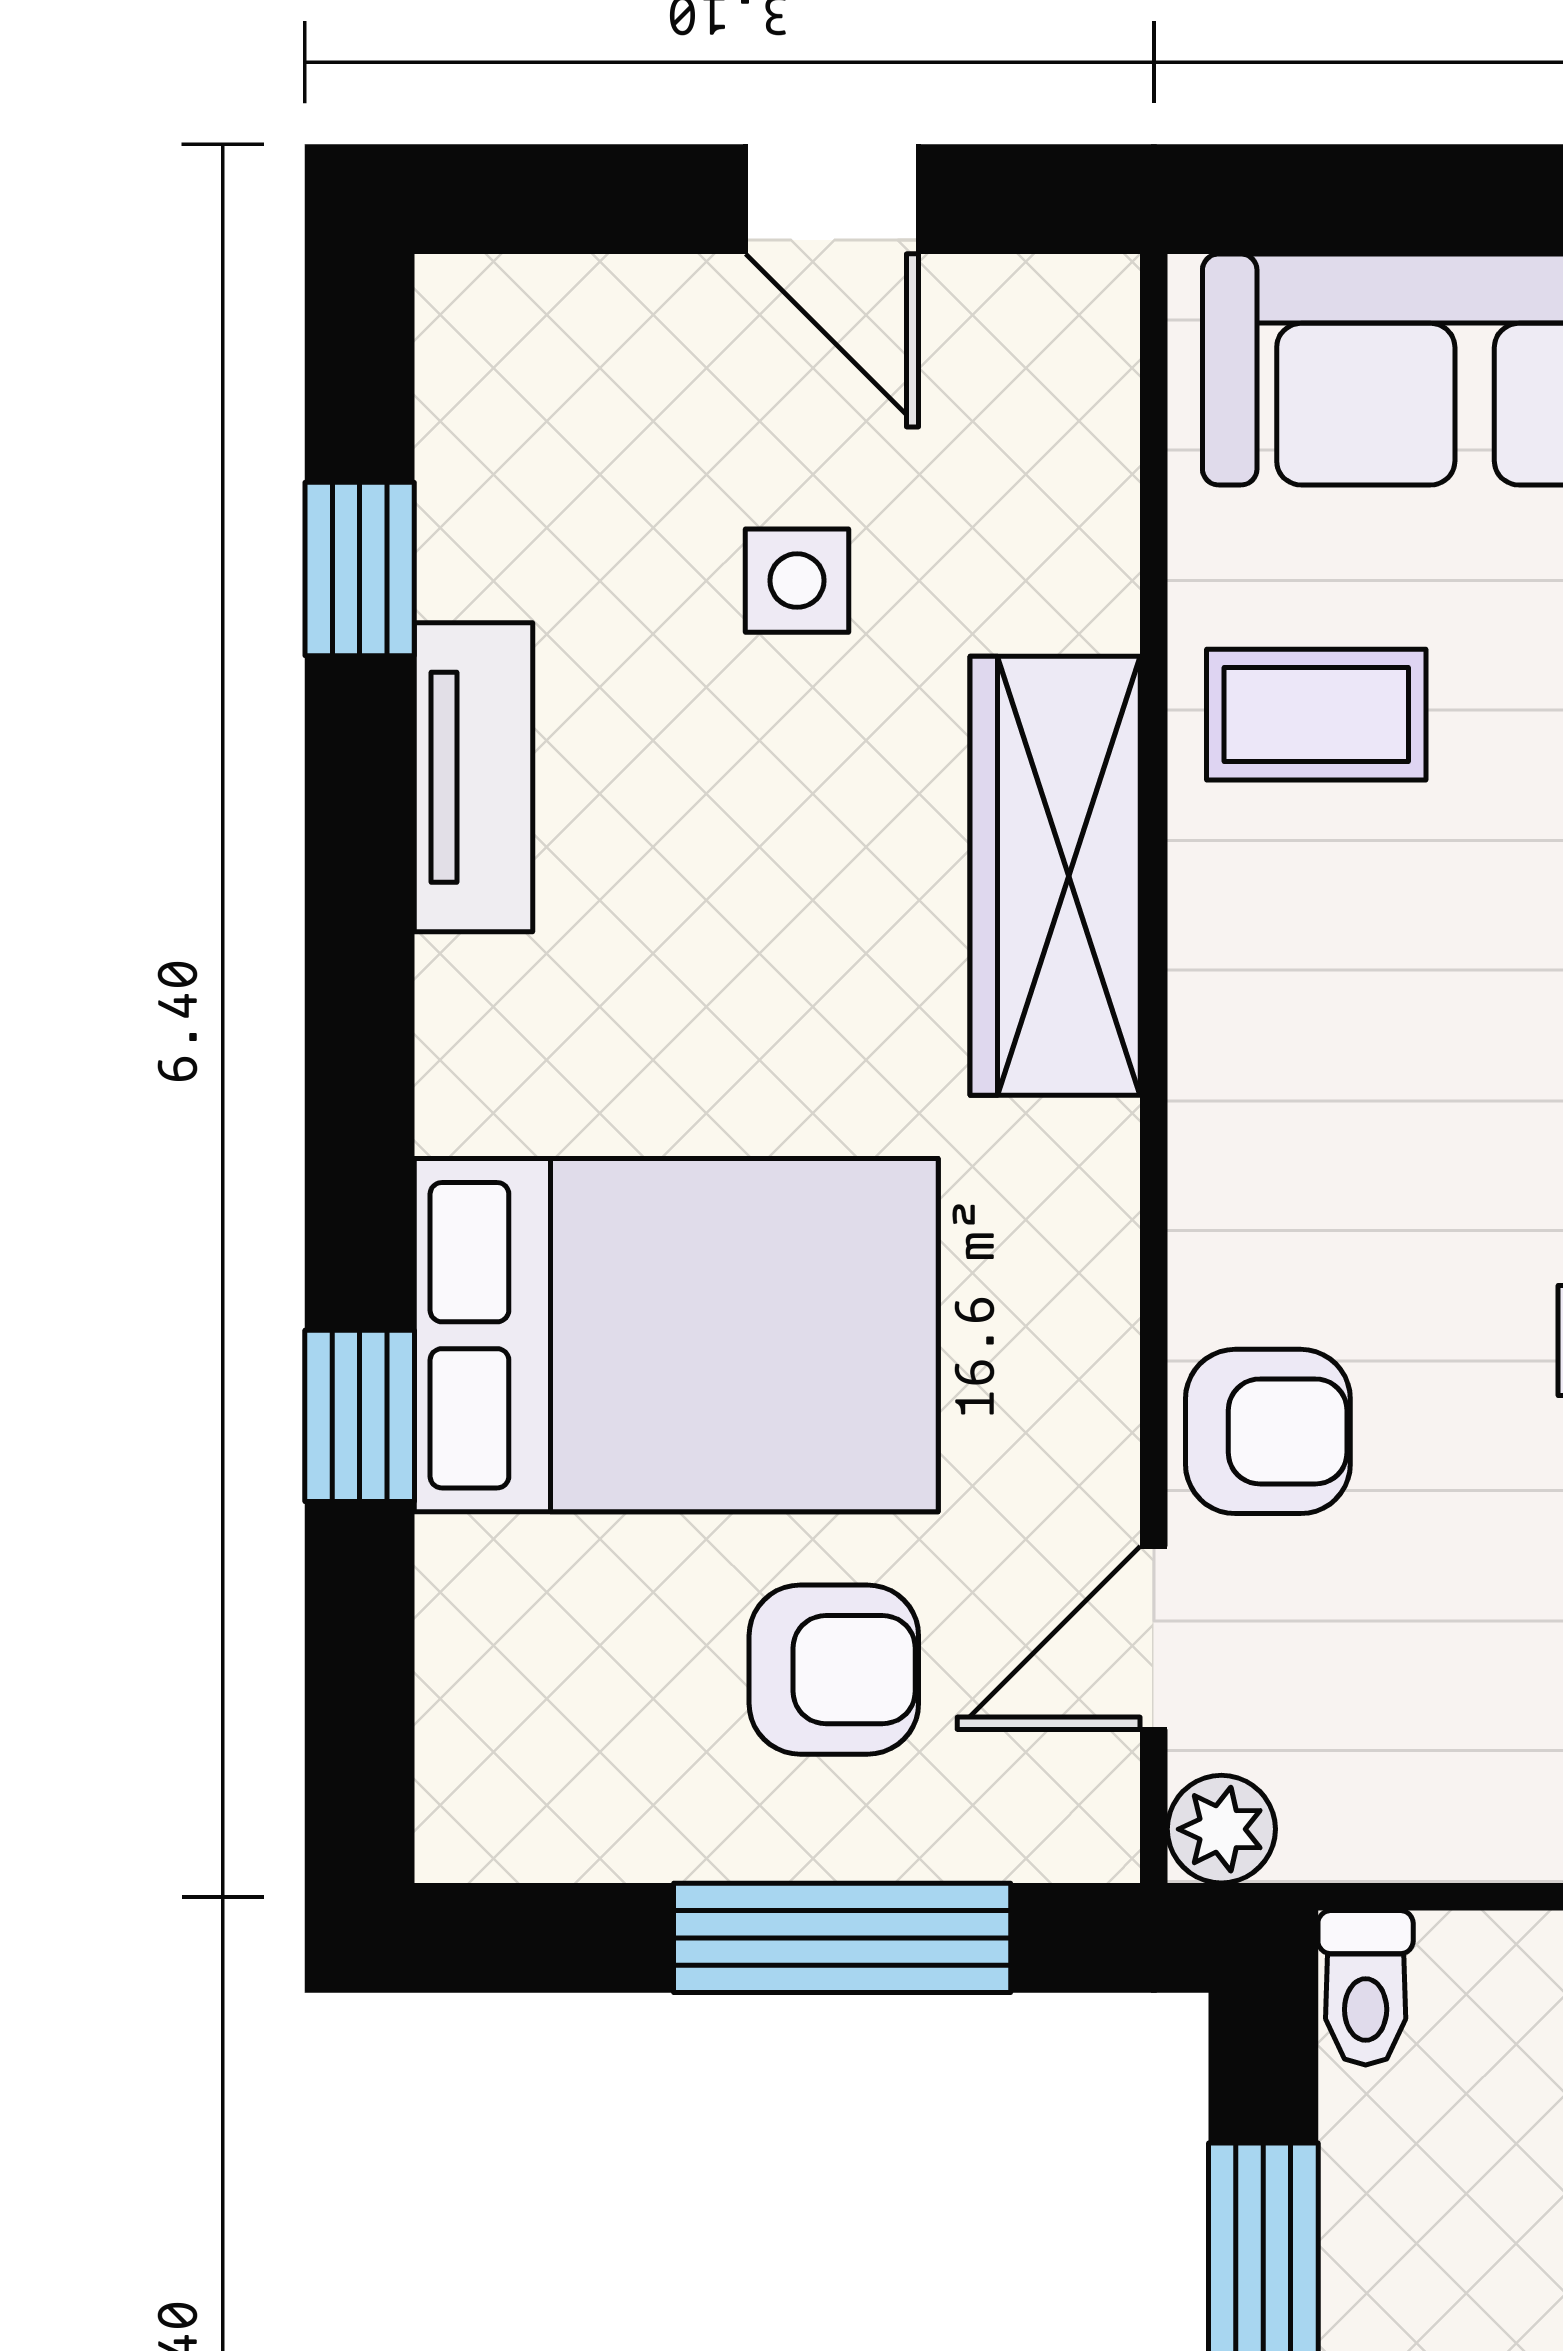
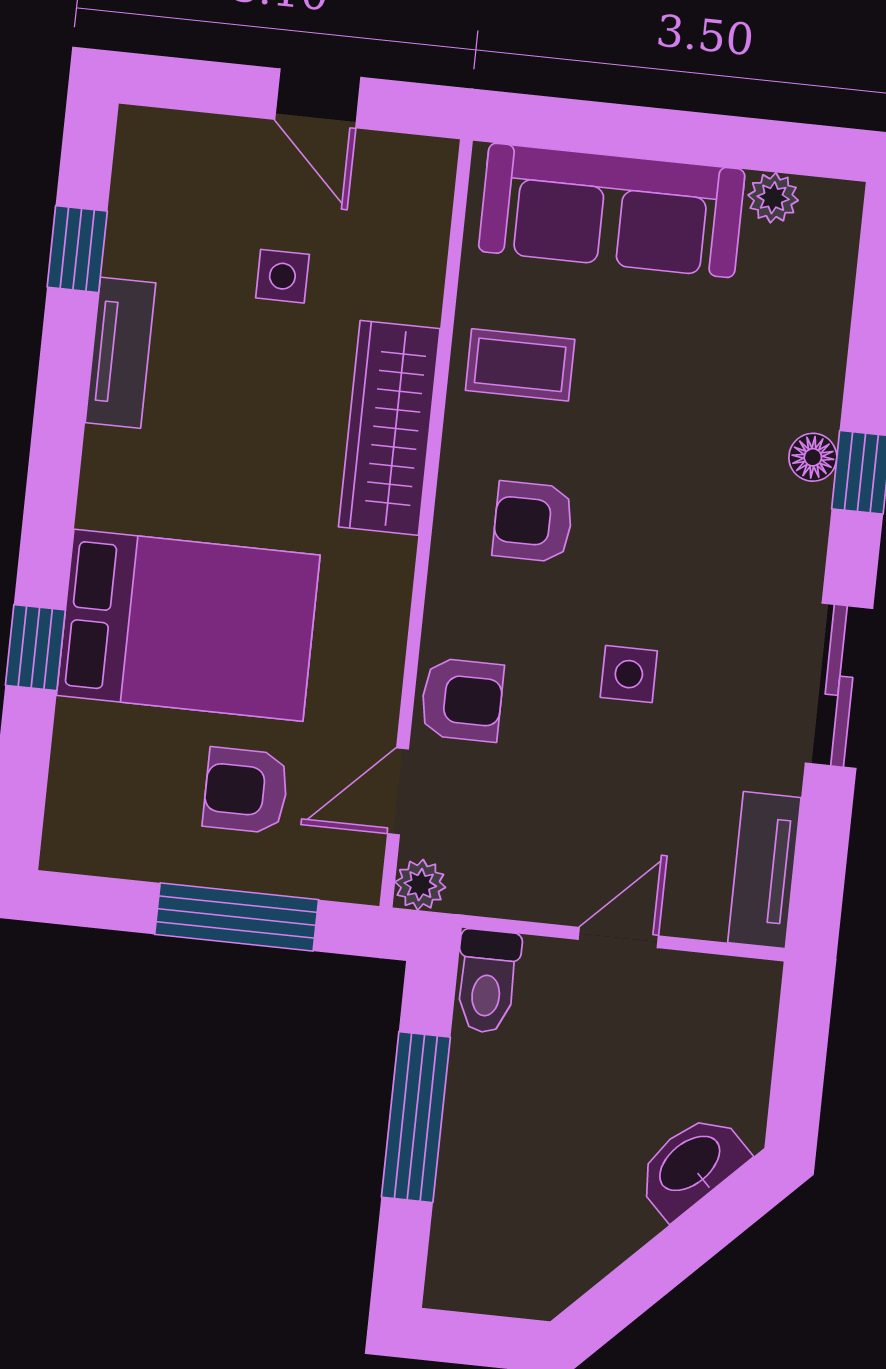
armchair: (1378, 1042) -> (533, 522), added
armchair: (834, 1670) -> (246, 790), turned 180
toilet: (1366, 1988) -> (487, 981), width x1.37, depth x1.39

